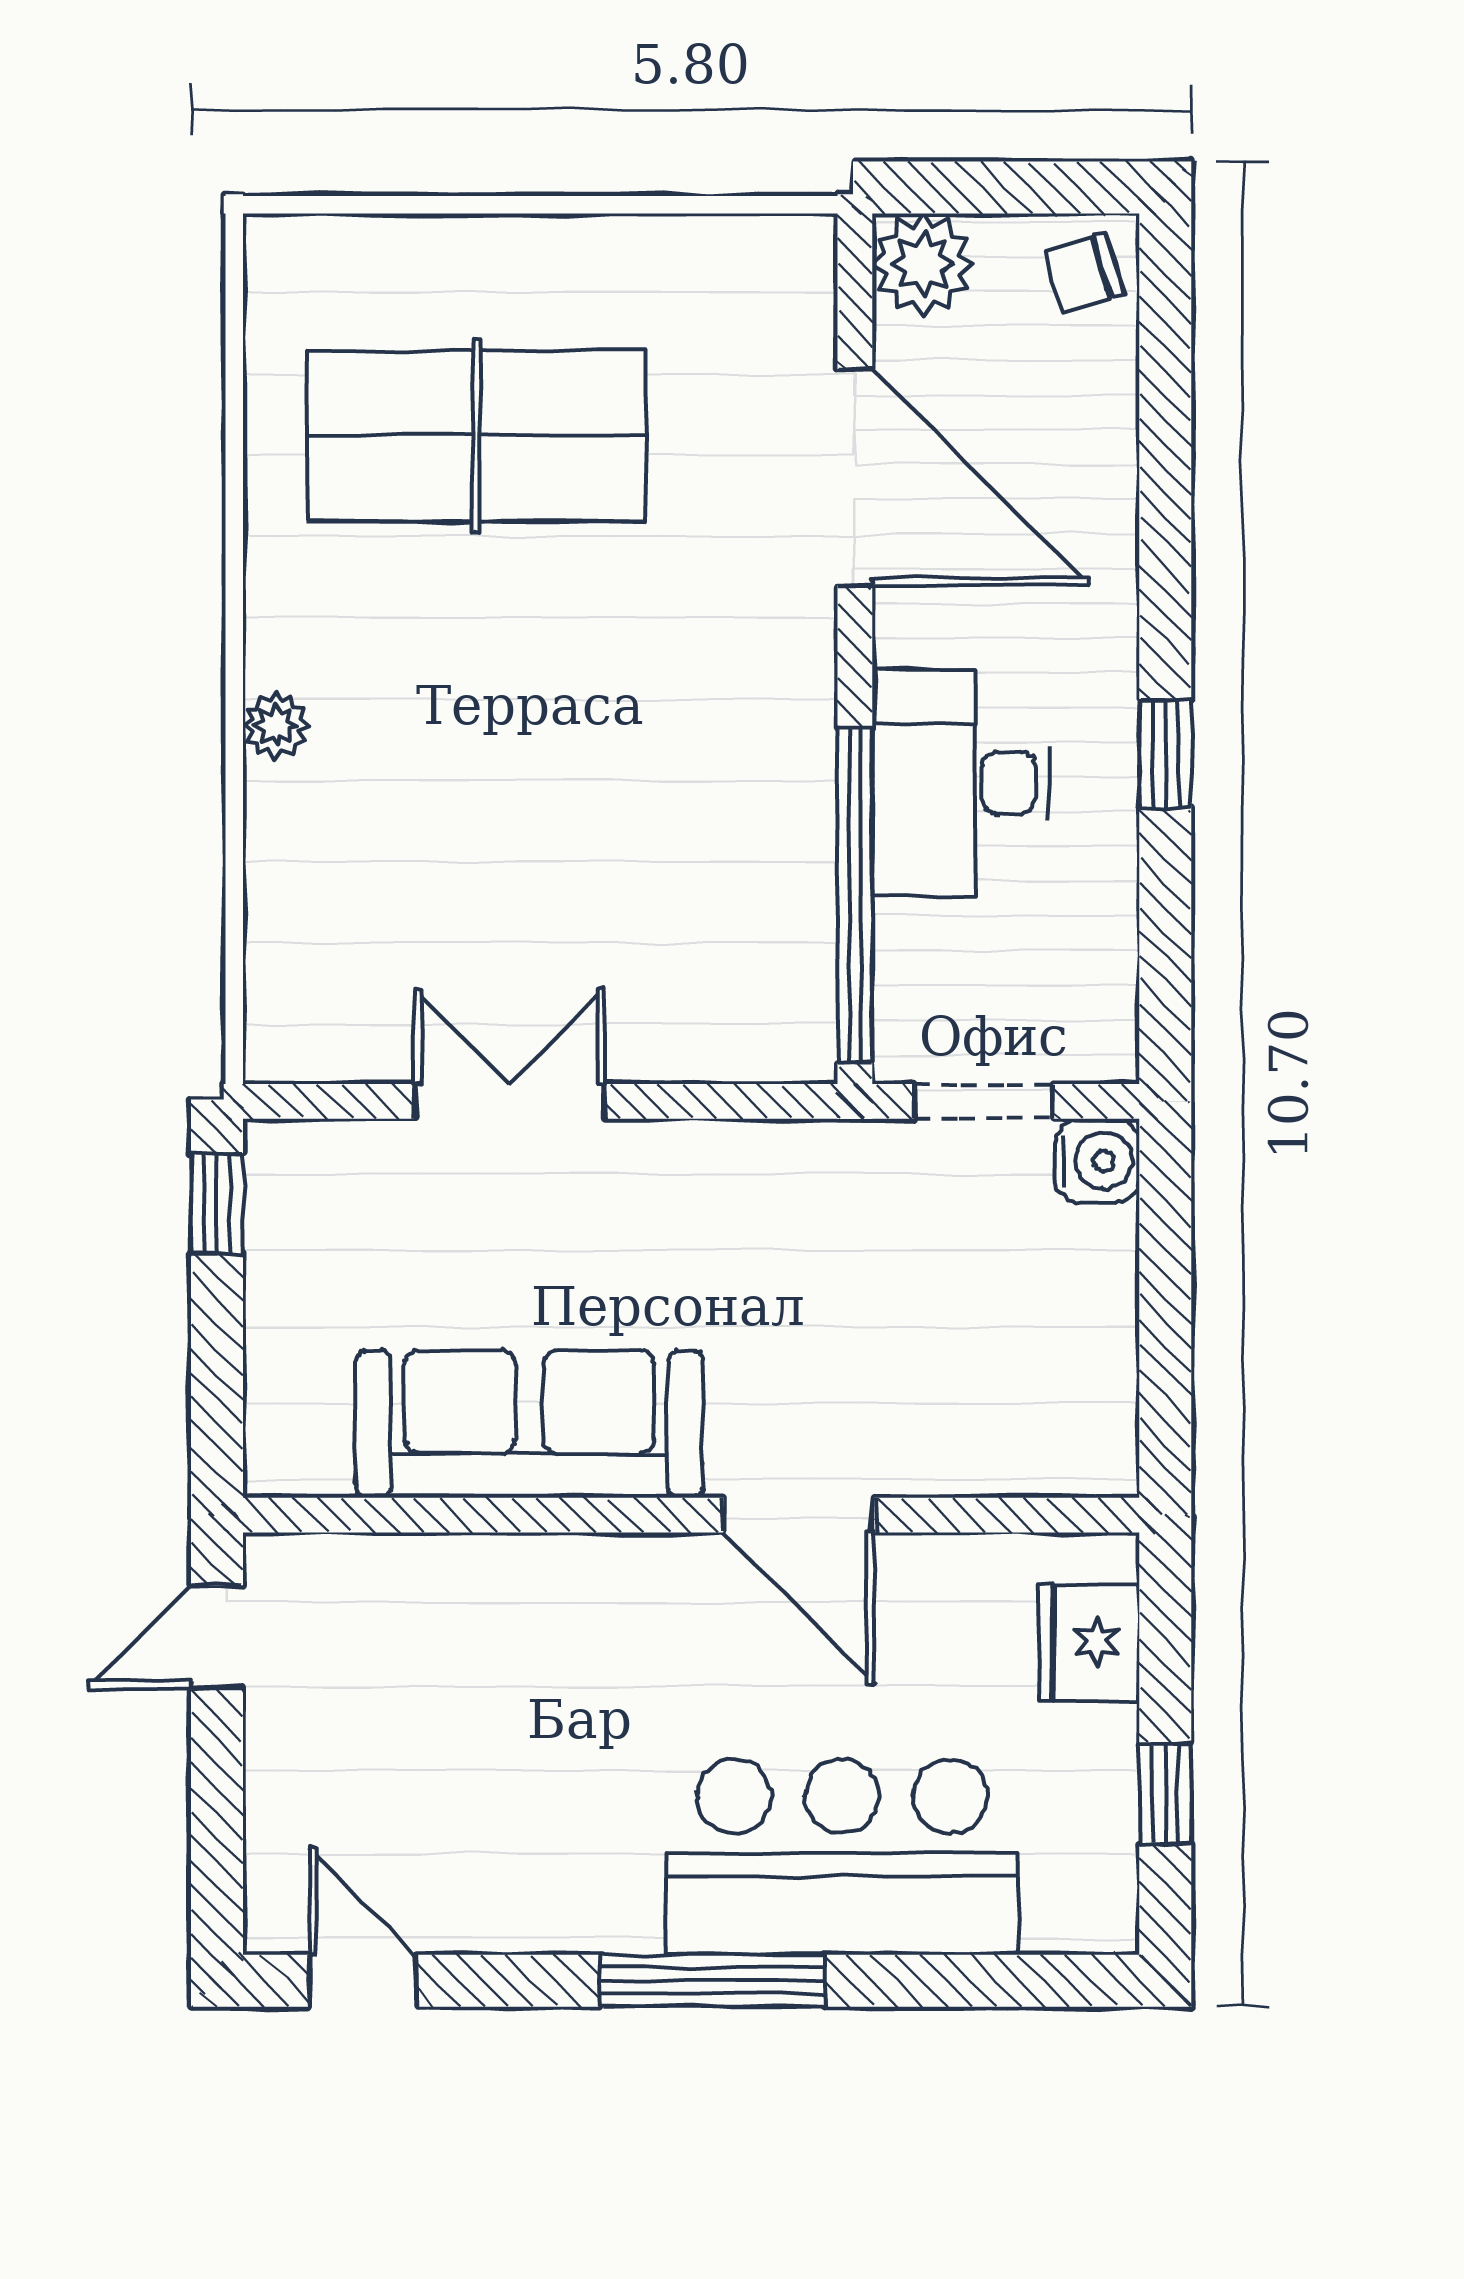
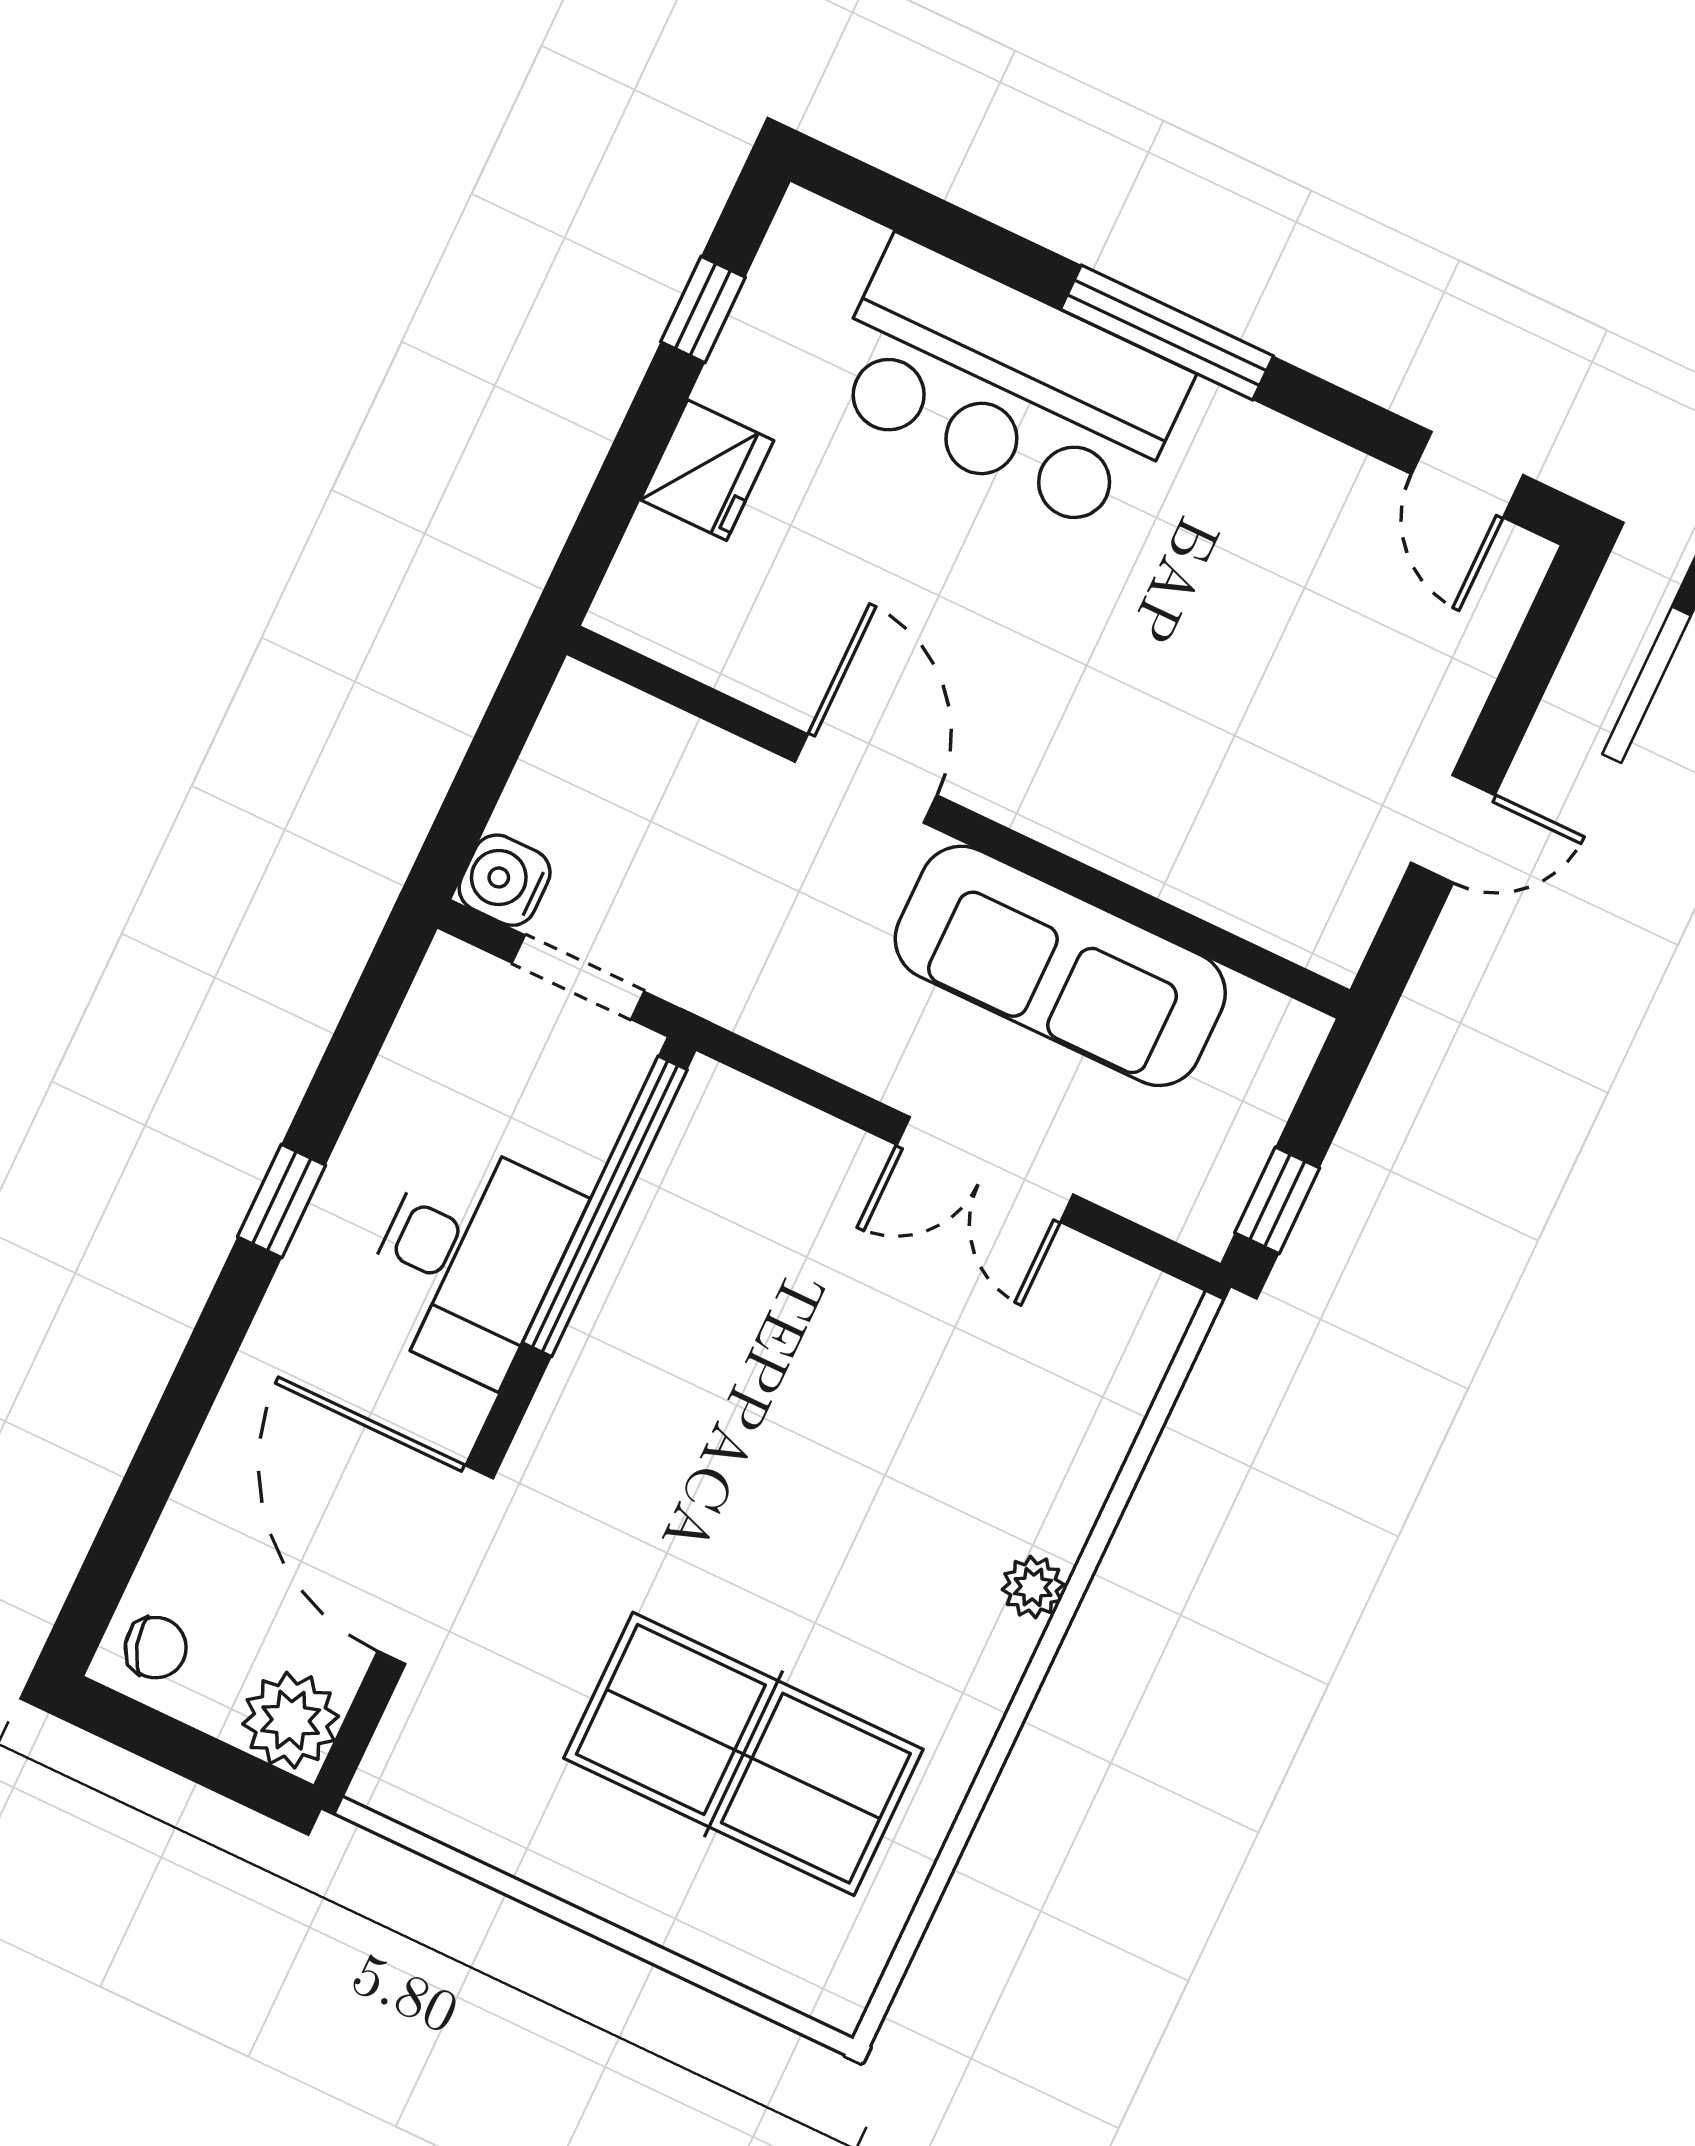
sofa: (529, 1424) -> (1060, 966), moved
wall: (691, 1515) -> (958, 822), moved
door: (799, 1515) -> (866, 779), moved

